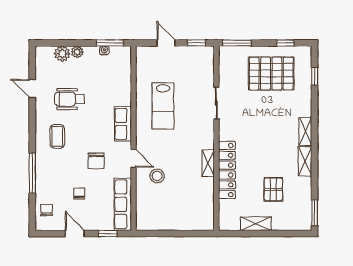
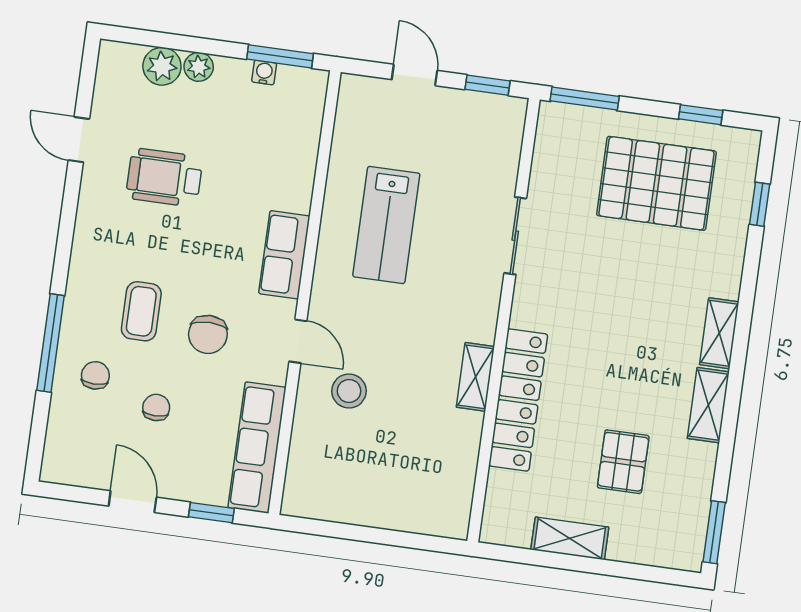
coffee table: (57, 136) -> (141, 311), moved
chair: (47, 210) -> (95, 375), moved

